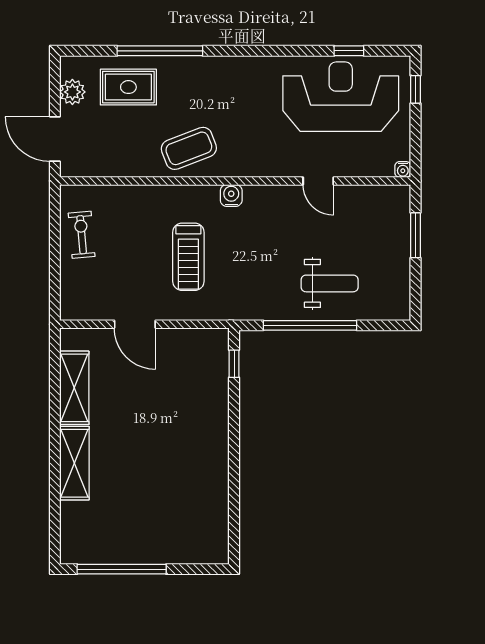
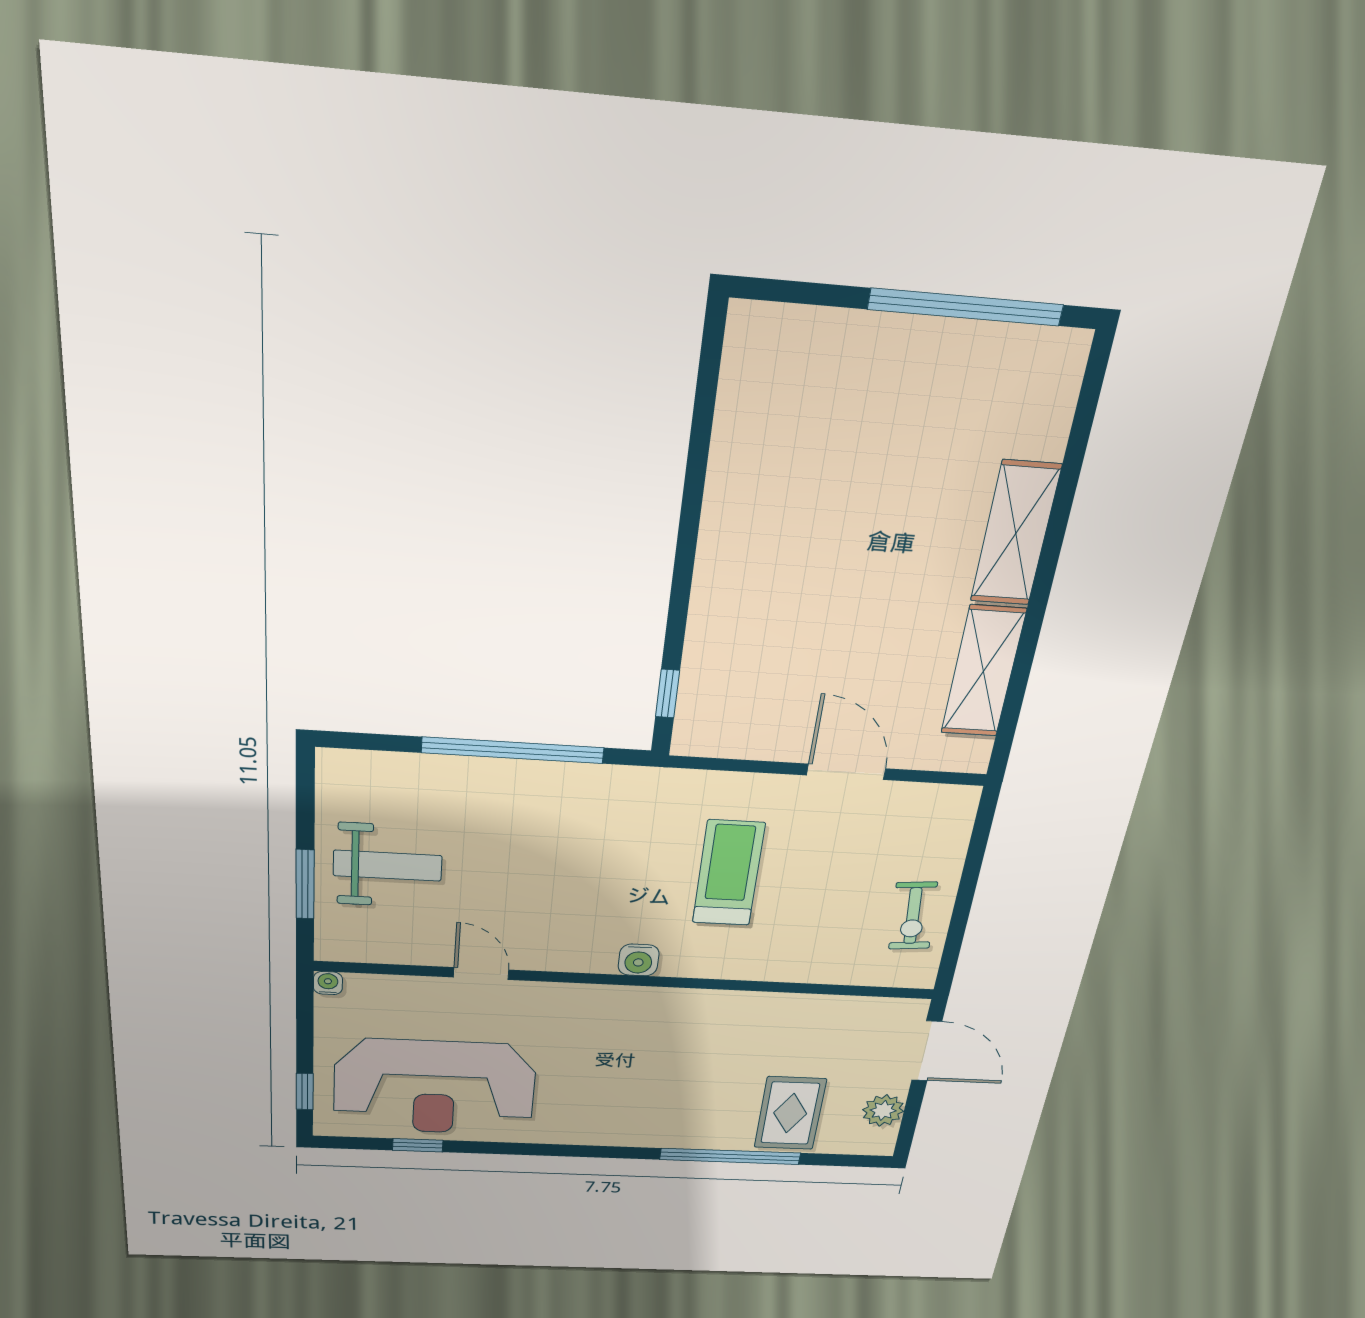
rug: (128, 87) -> (790, 1113), turned 90
coffee table: (189, 148) -> (703, 1029), removed
weight bench: (330, 283) -> (388, 866), moved, turned 180

